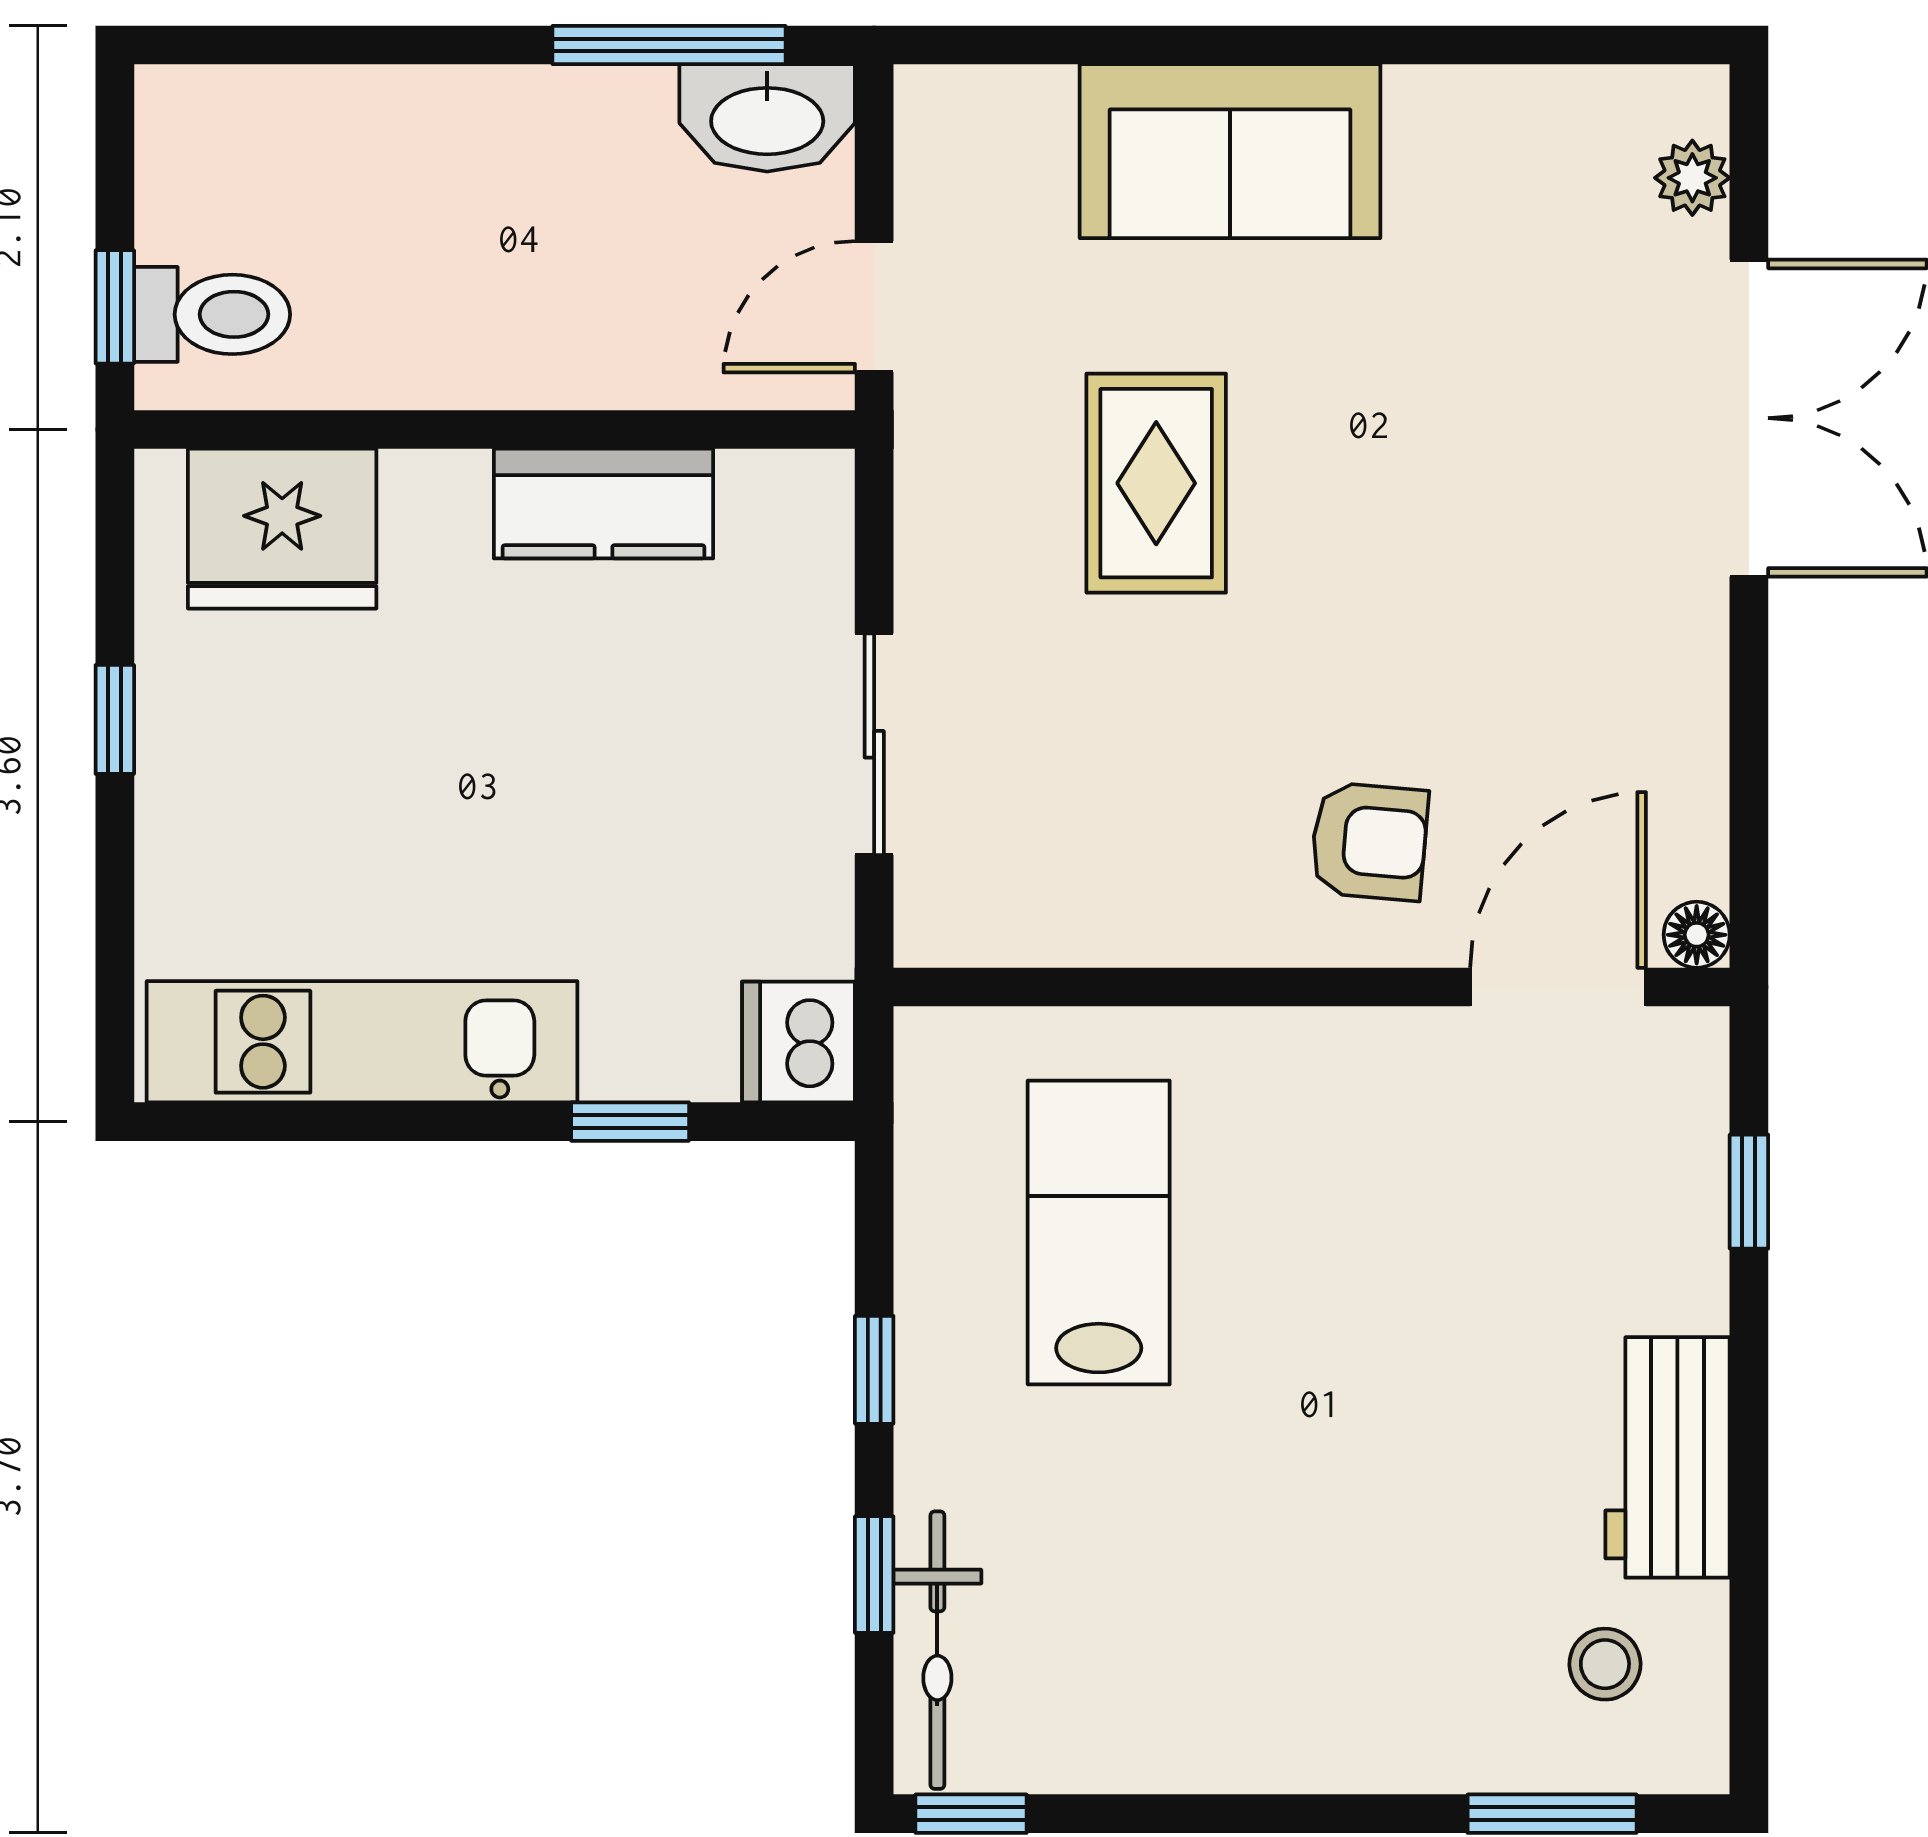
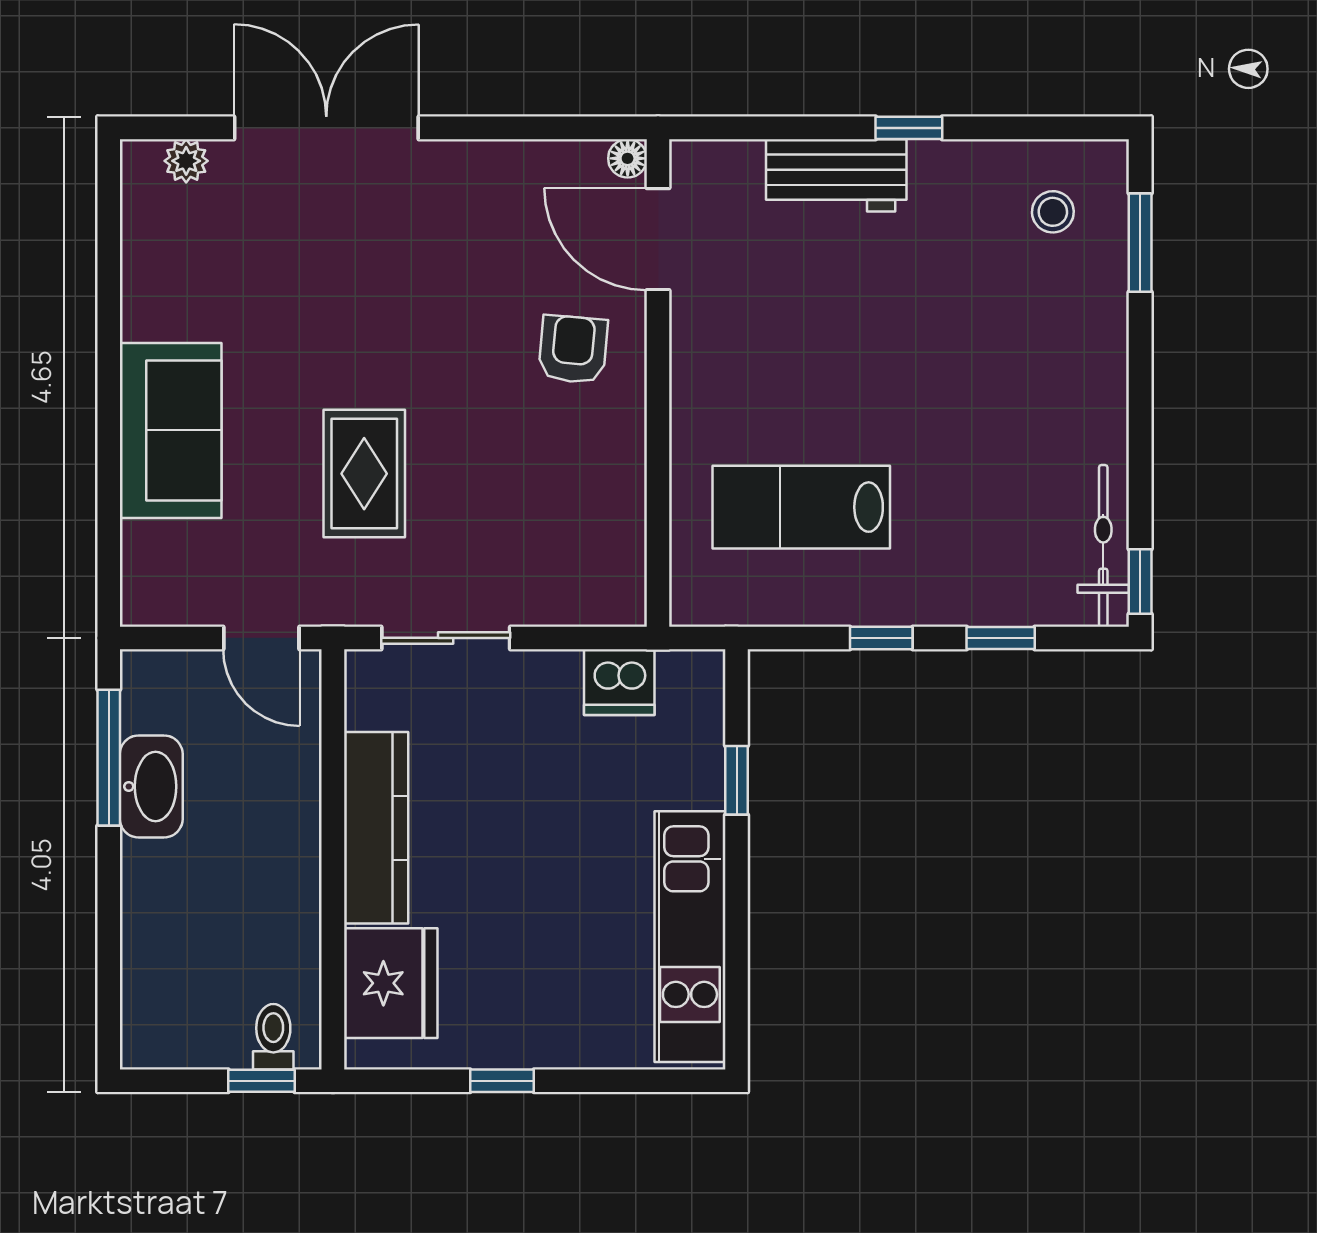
washbasin: (767, 118) -> (151, 786), moved
toilet: (212, 314) -> (273, 1037), width x0.73, depth x0.72
rug: (1156, 483) -> (364, 474), turned 90
kitchen counter: (603, 504) -> (376, 828), width x1.50
sliding door: (874, 744) -> (446, 638), moved
dishwasher: (798, 1042) -> (619, 682), moved
window: (1749, 1192) -> (909, 128), moved
workbench: (1668, 1457) -> (836, 175), moved
bicycle: (937, 1650) -> (1103, 546), moved, turned -90

